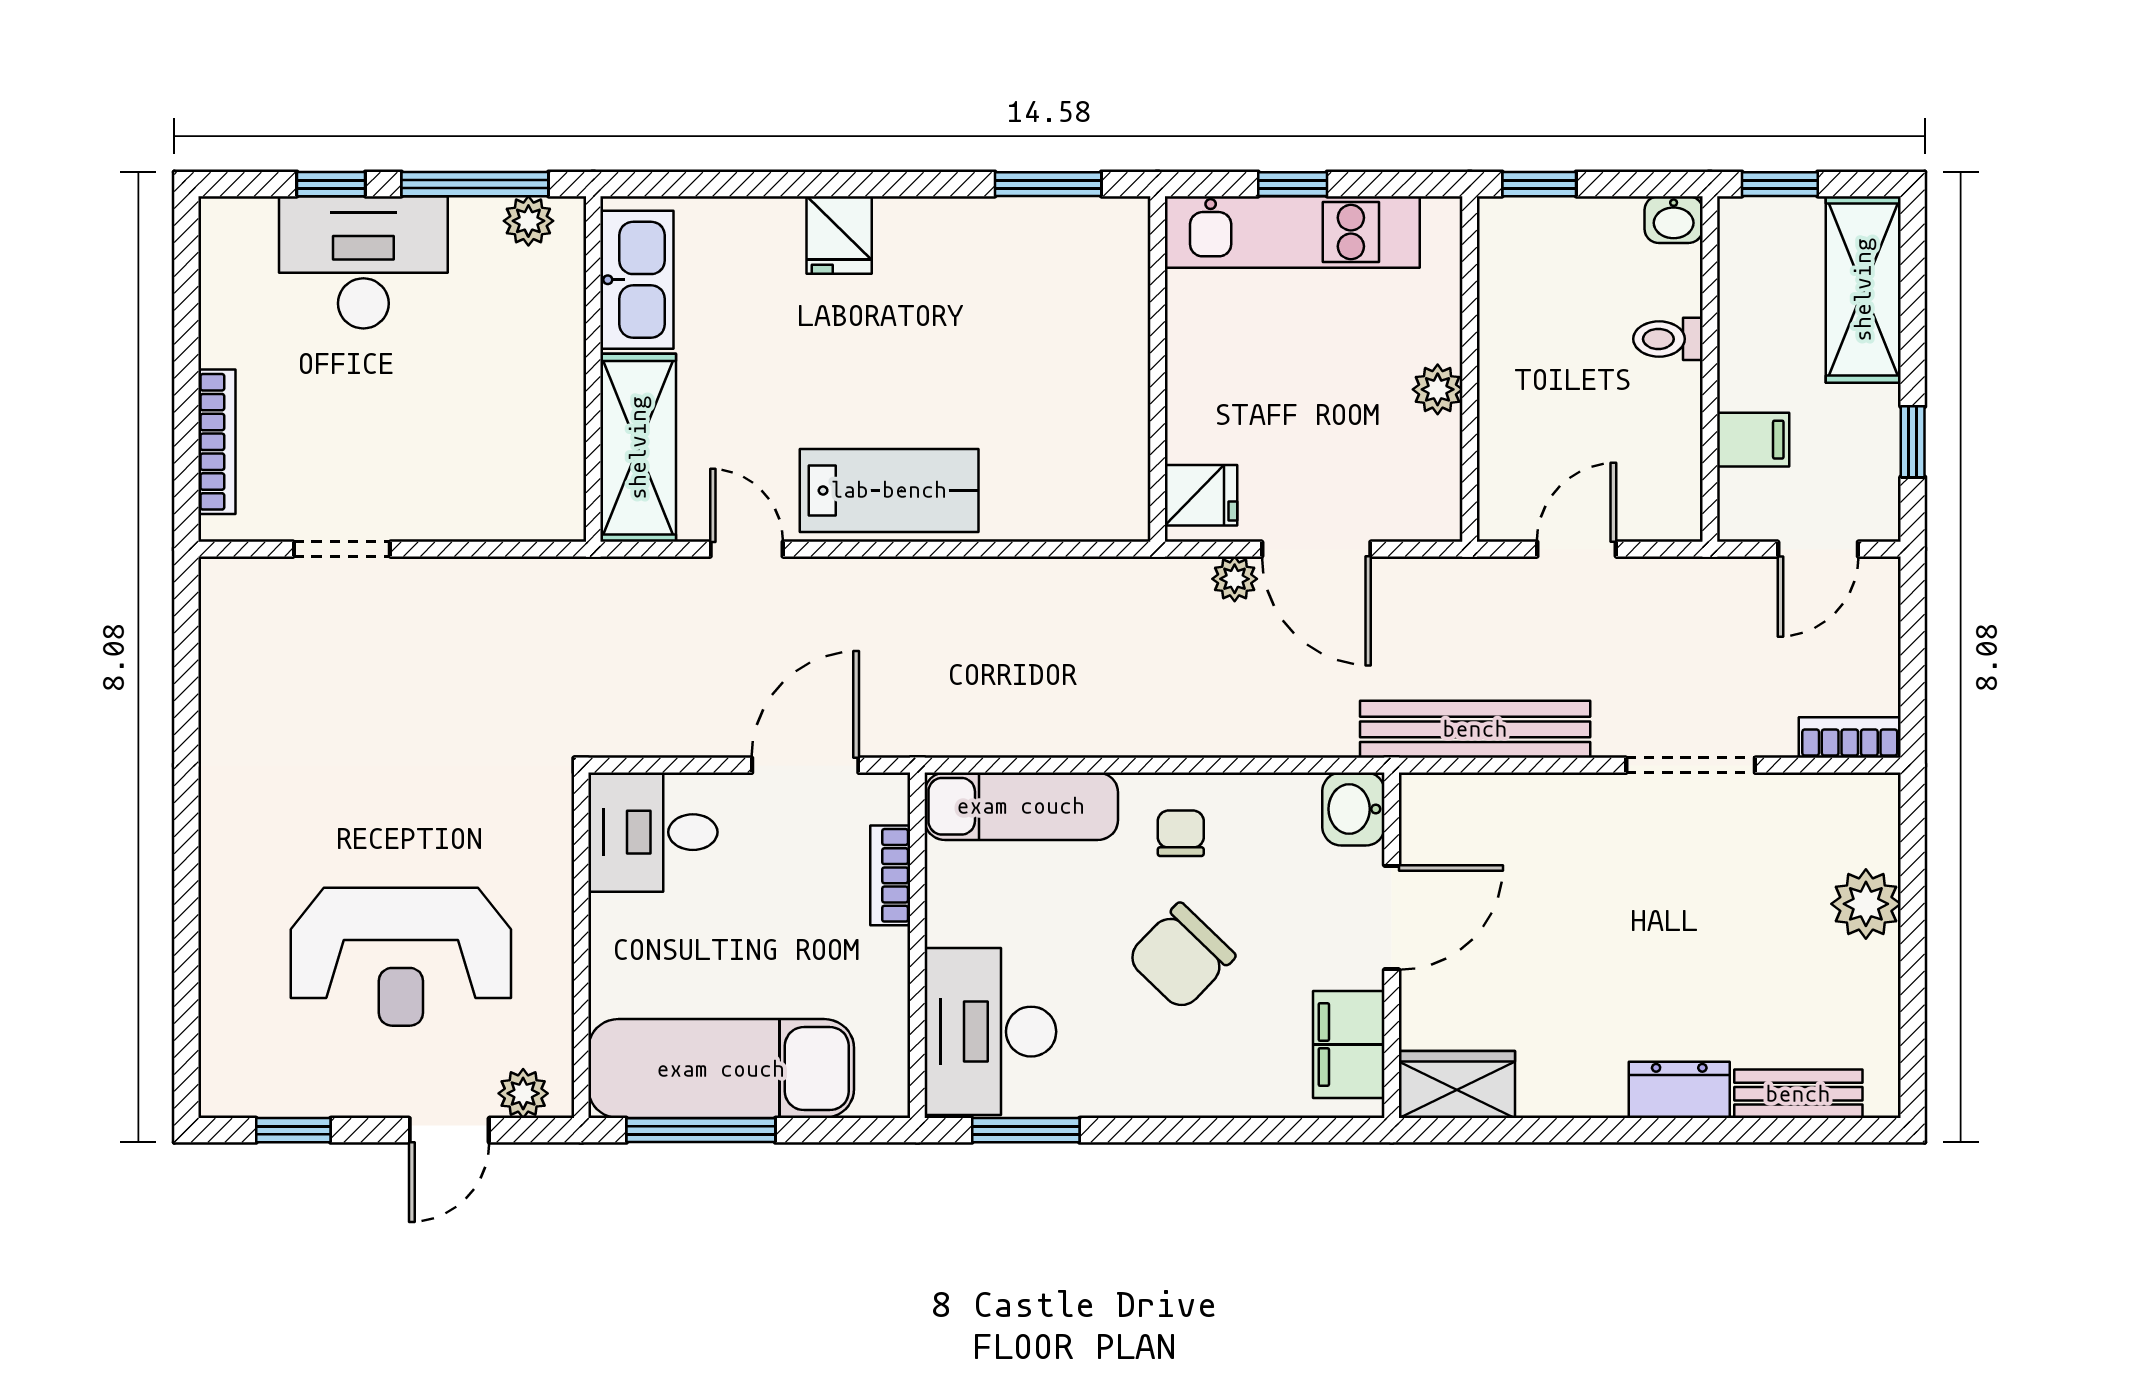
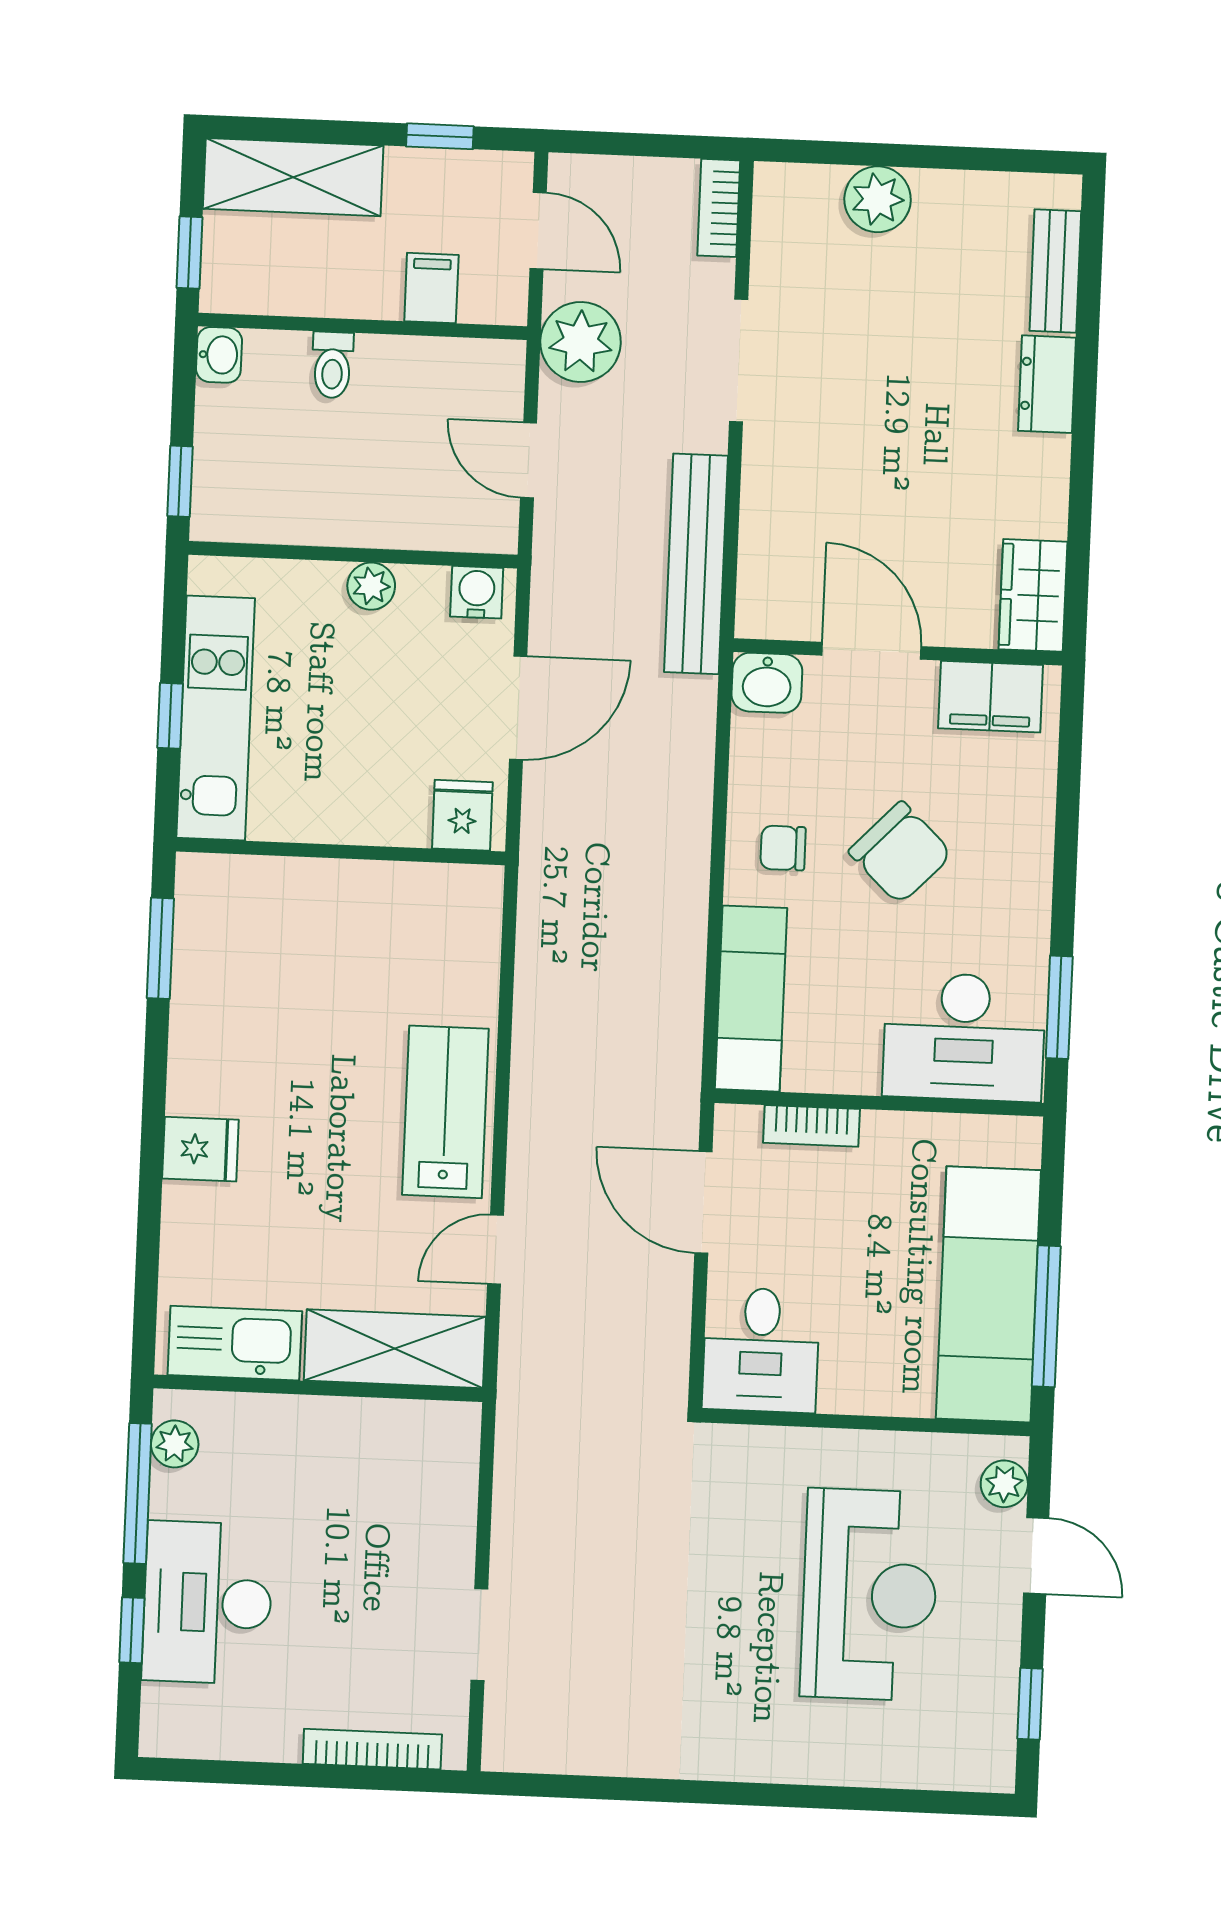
water cooler: (1436, 500) -> (477, 592), added
plant: (1235, 579) -> (581, 342), moved, width x1.88, depth x1.88

